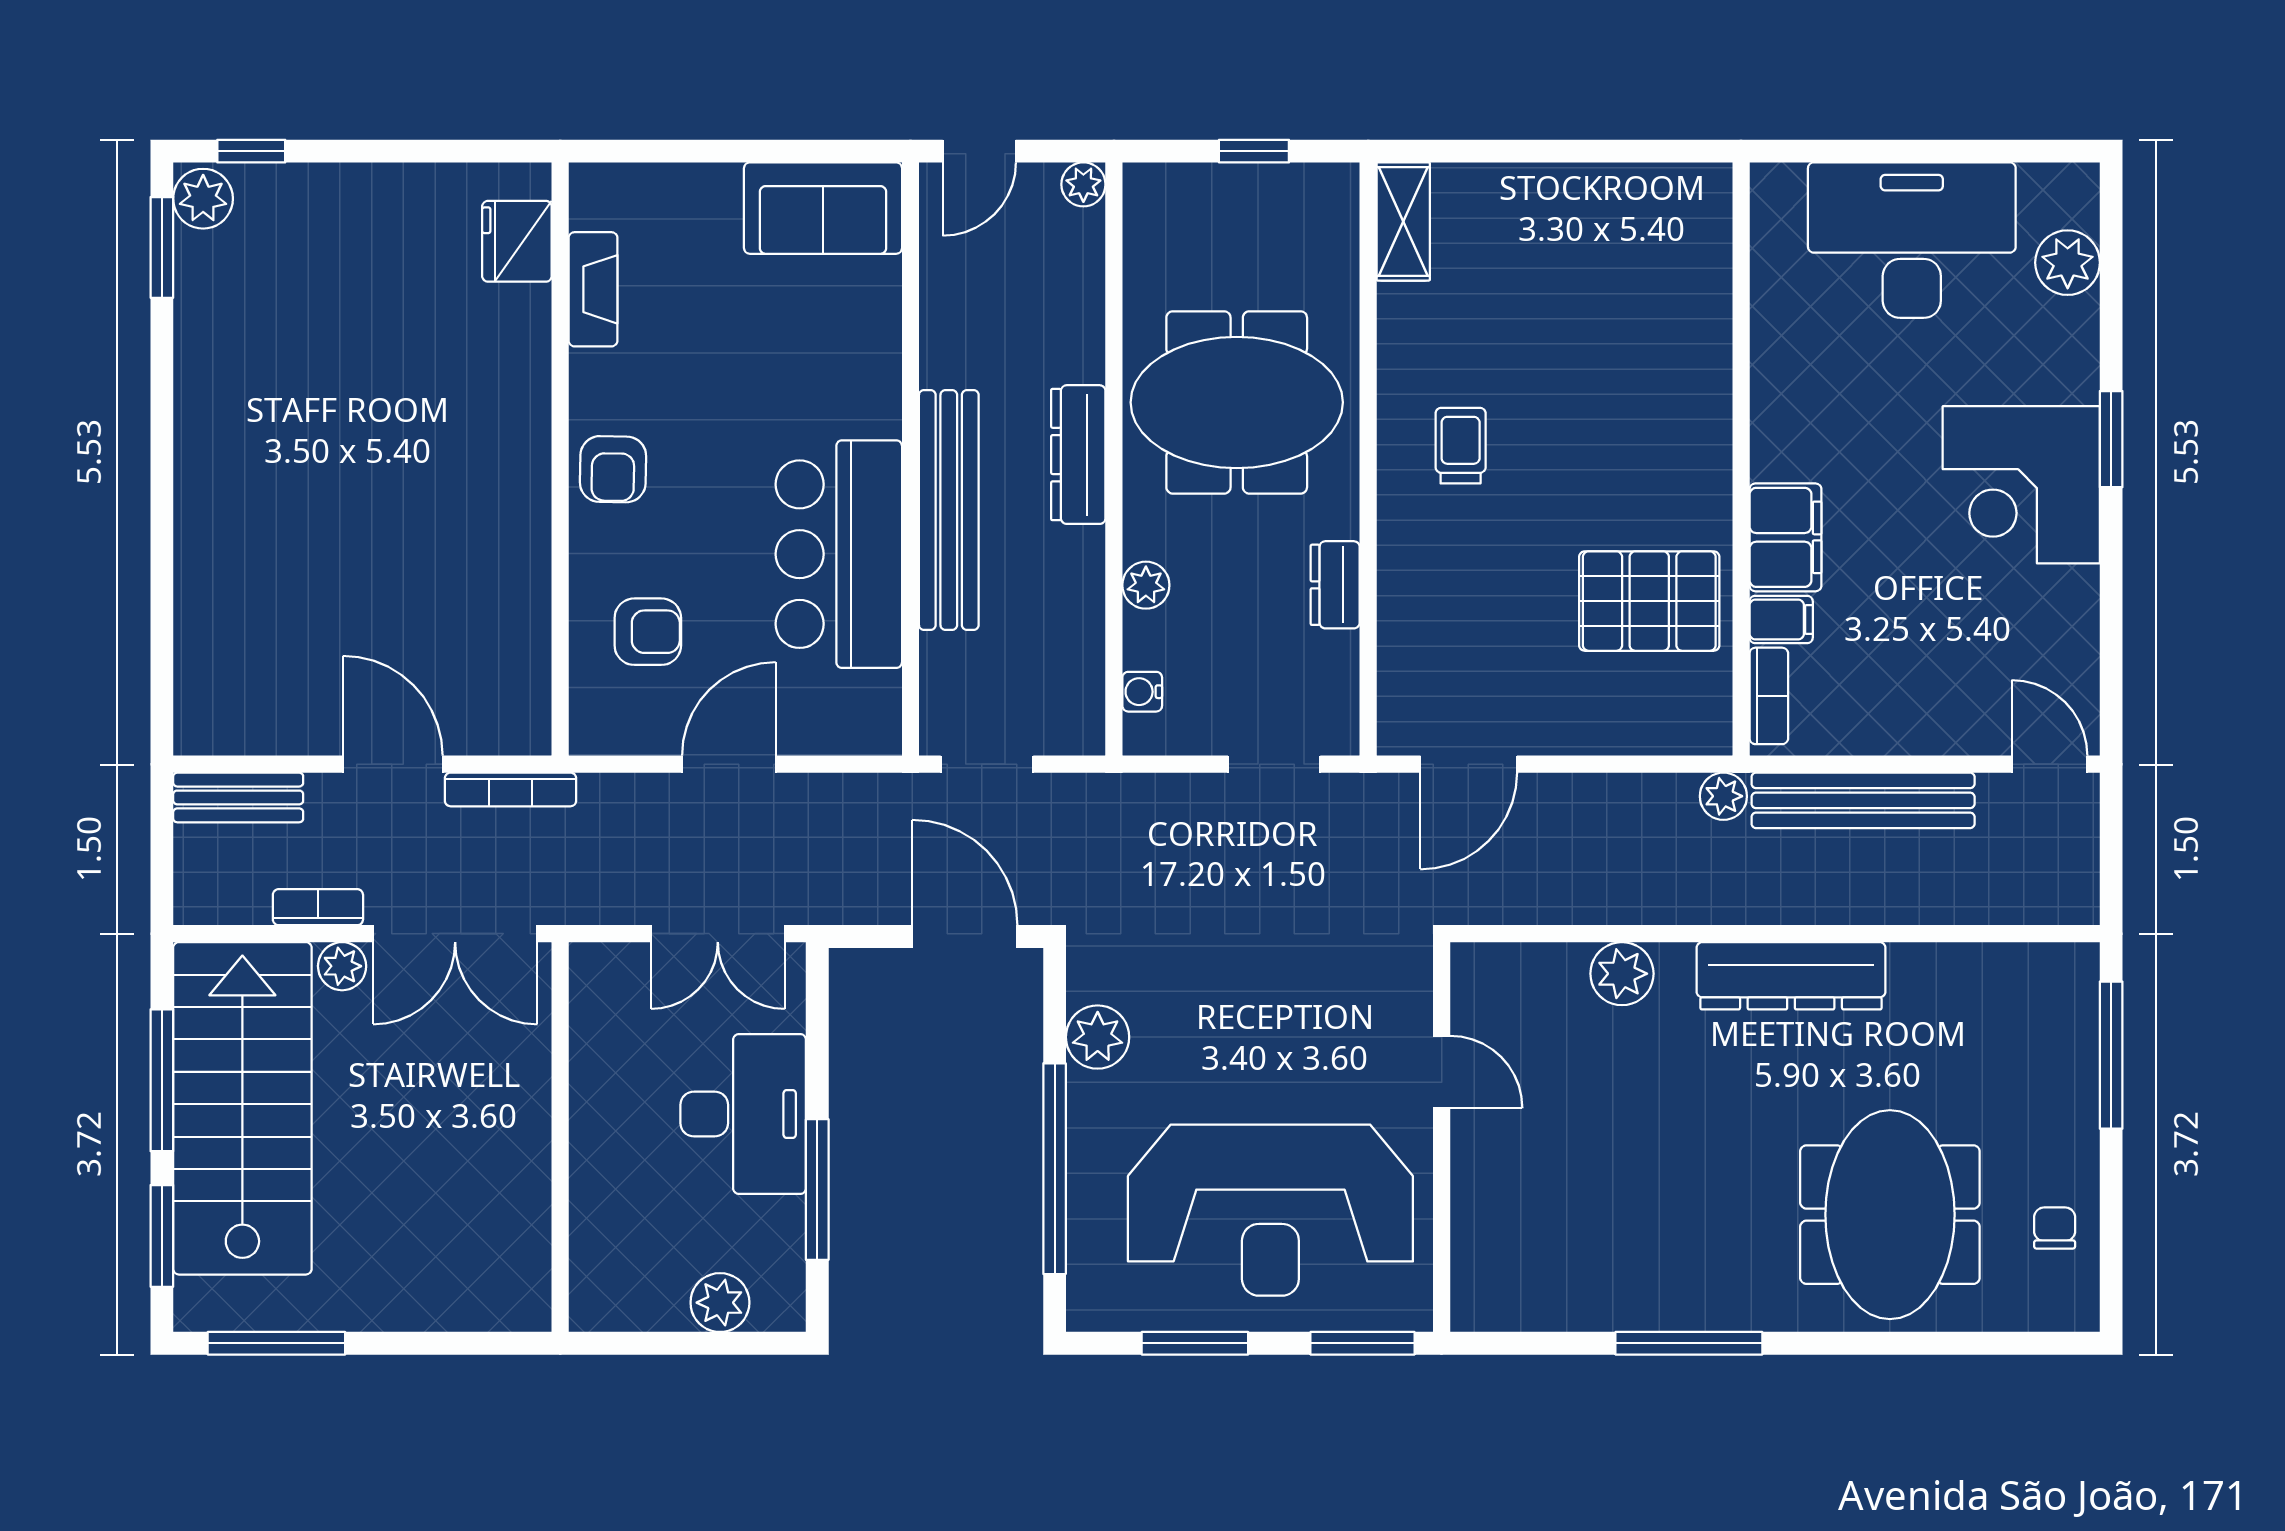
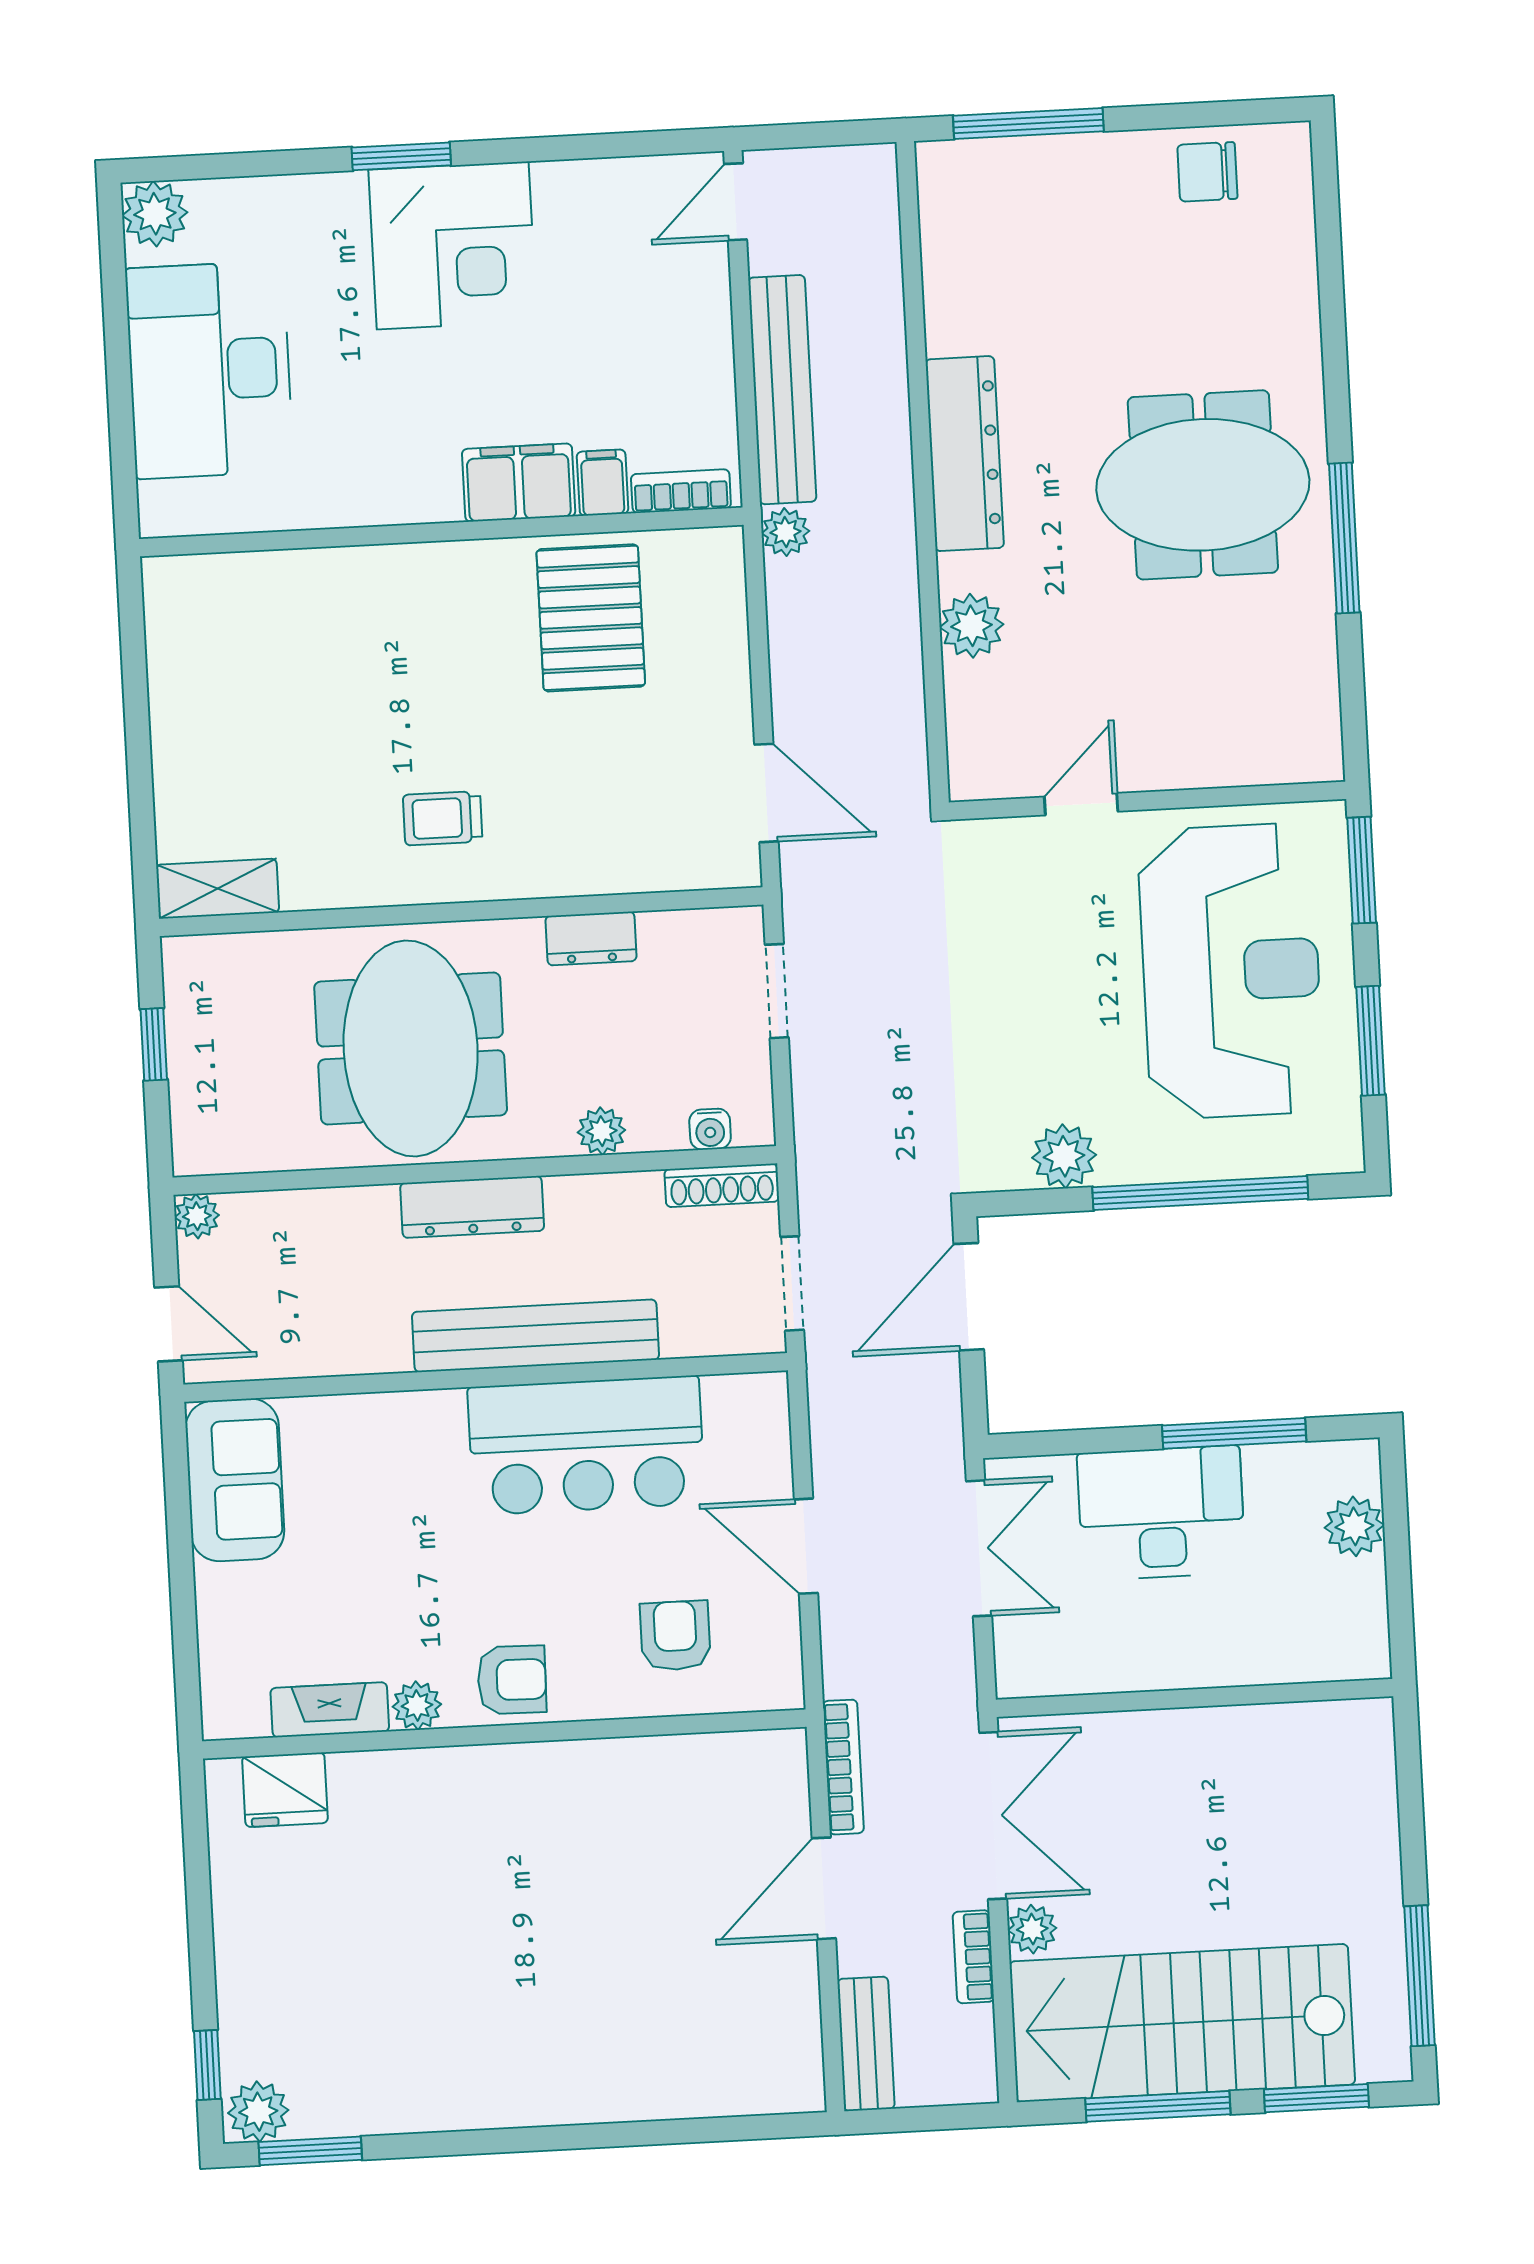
plant: (2068, 263) -> (155, 214), moved
plant: (593, 375) -> (417, 1706), added
shoe rack: (1087, 700) -> (722, 1185), added
meeting table: (1890, 1215) -> (1203, 485), moved
chair: (2055, 1228) -> (1207, 172), width x1.37, depth x1.37

